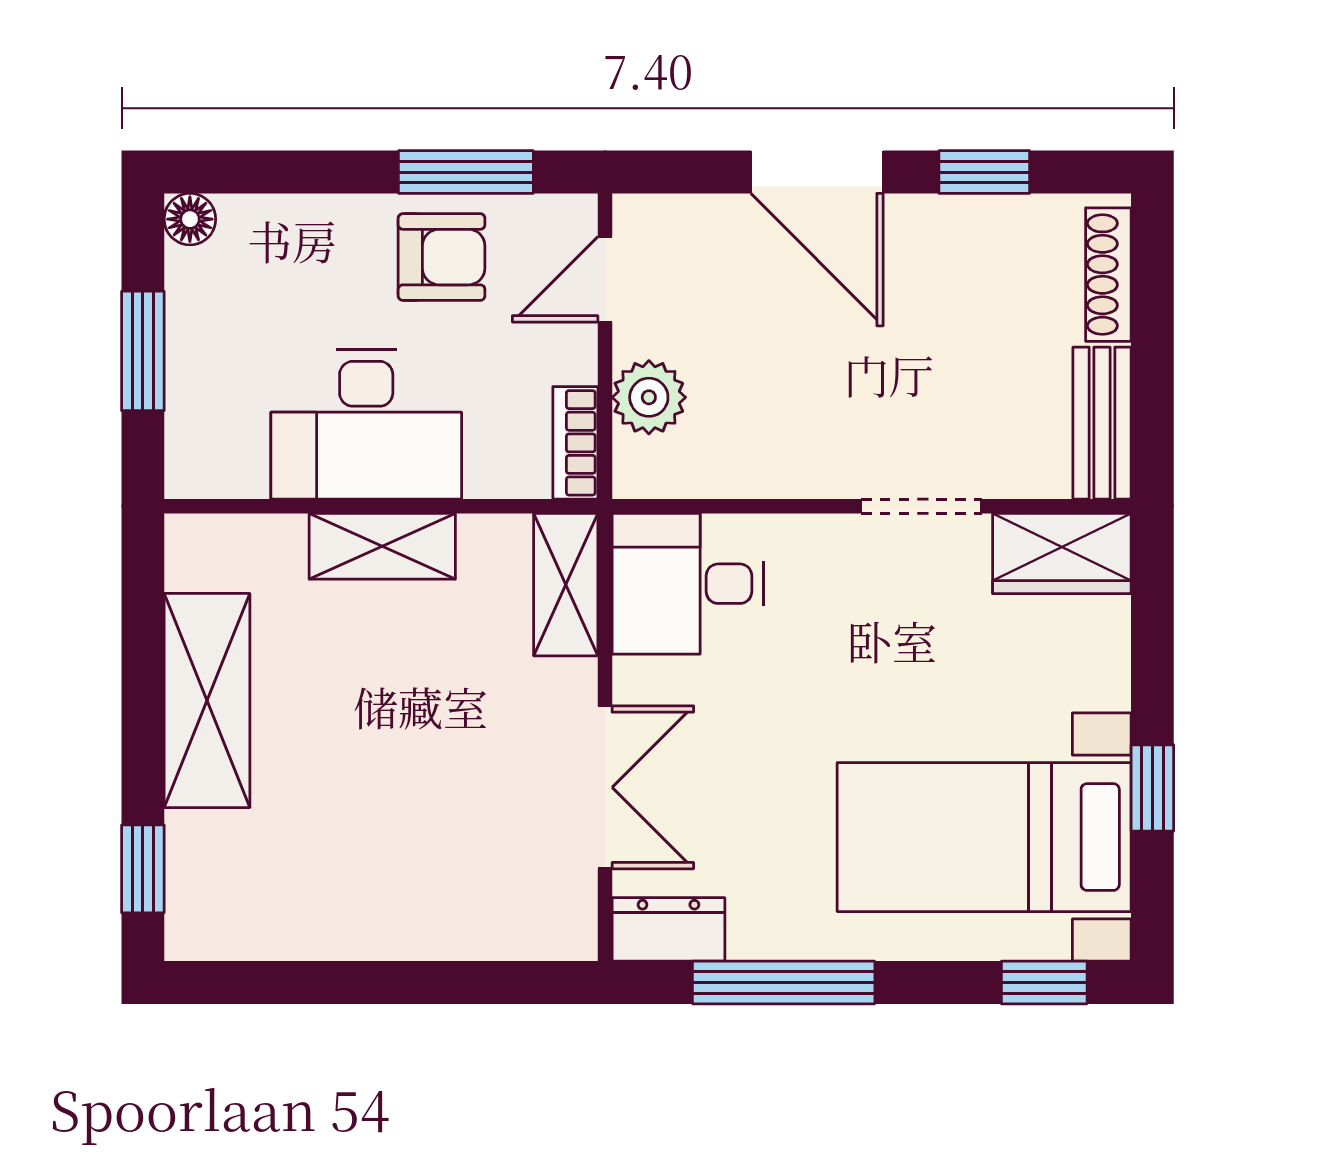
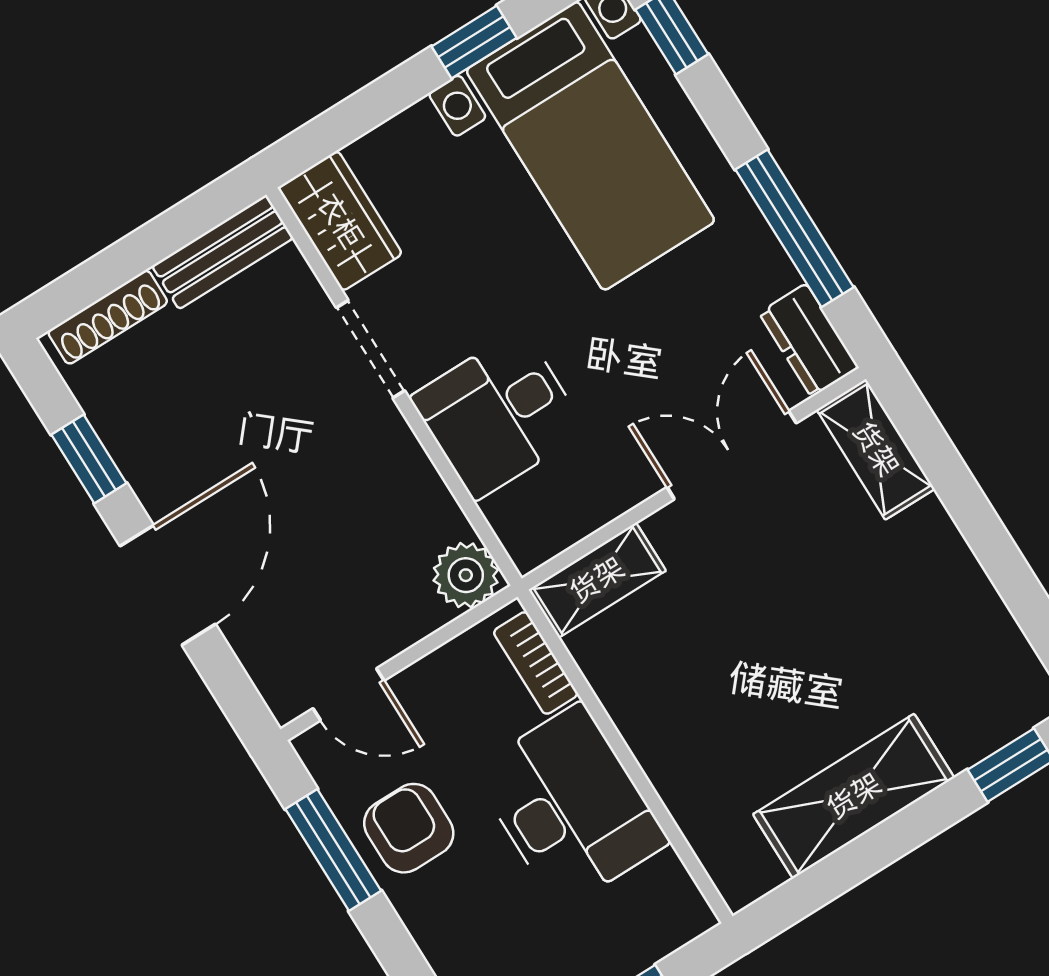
plant: (649, 397) -> (466, 575), moved
bookcase: (575, 443) -> (536, 663), moved, turned 90
shelving: (382, 546) -> (876, 449), moved
desk: (688, 584) -> (498, 414), moved, turned 90

